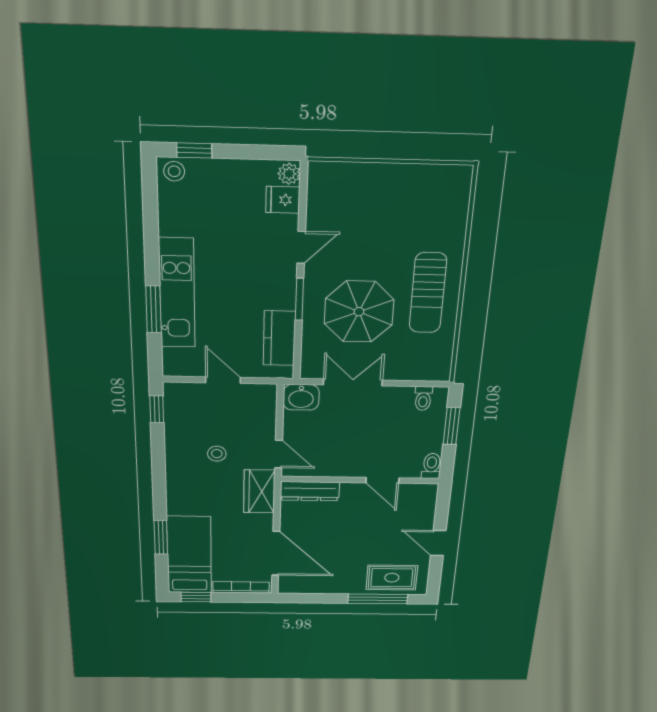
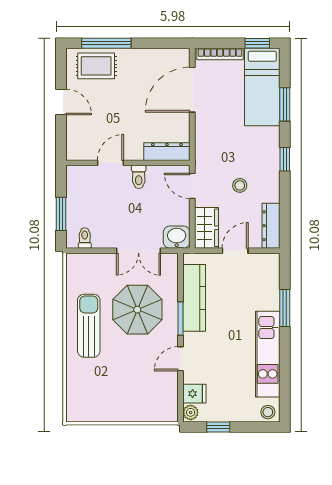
window: (194, 150) -> (218, 427), moved
kitchen unit: (177, 293) -> (268, 354), moved
kitchen counter: (279, 338) -> (194, 298), width x1.50
door: (223, 380) -> (235, 251), swing flipped
dresser: (175, 408) -> (271, 226), added
window: (157, 409) -> (285, 159), moved
toilet: (432, 466) -> (139, 177), moved
door: (382, 480) -> (110, 163), hinge flipped
wardrobe: (259, 491) -> (207, 228), moved
door: (276, 553) -> (192, 90), hinge flipped

